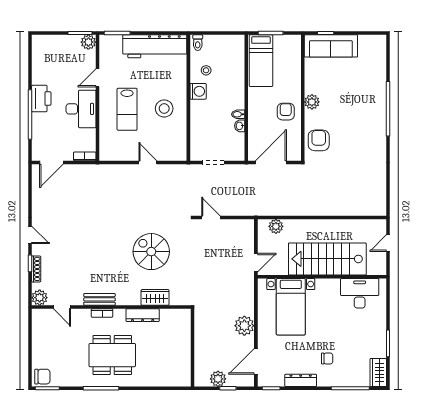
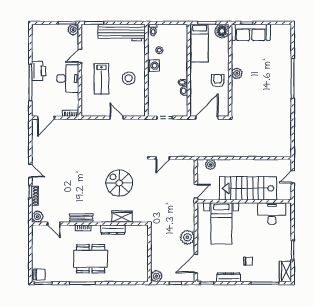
floor lamp: (292, 44) -> (222, 31), added
armchair: (319, 140) -> (242, 102), removed
door: (211, 218) -> (163, 158), swing flipped
plant: (218, 379) -> (156, 276), moved

